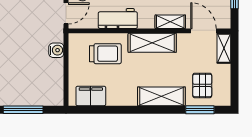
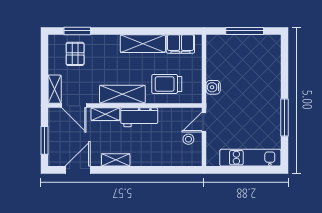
workbench: (118, 19) -> (139, 117), moved
shelving: (161, 96) -> (143, 44), moved

